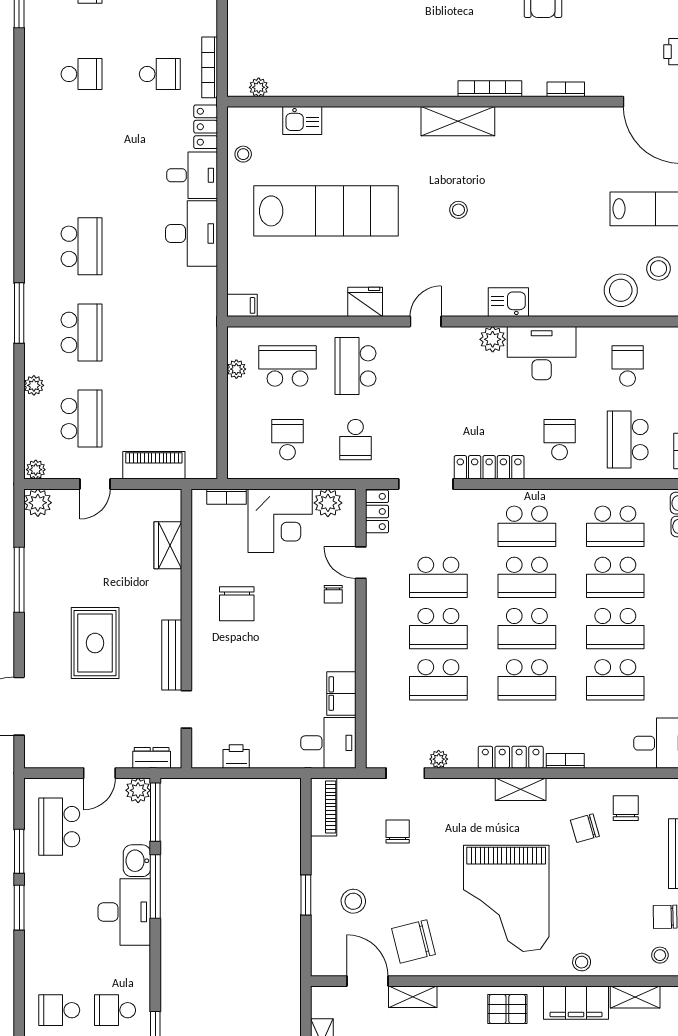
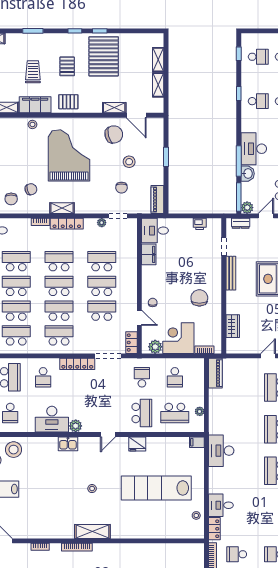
plant: (259, 87) -> (189, 548), removed
kitchen sink: (302, 121) -> (168, 532), removed
desk: (192, 233) -> (221, 451), moved
piano: (154, 465) -> (215, 373), moved, turned -90
stool: (353, 901) -> (129, 162), moved

